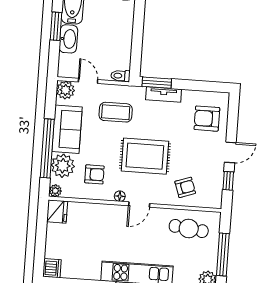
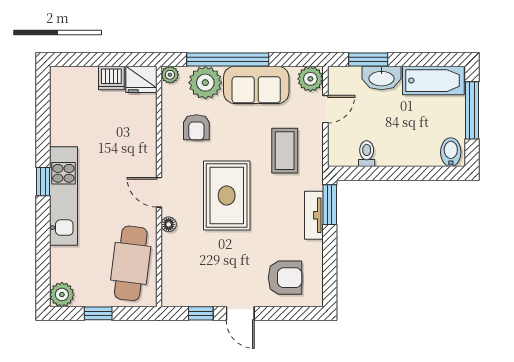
window: (56, 26) -> (368, 59), moved
toilet: (120, 76) -> (367, 154), moved
armchair: (207, 119) -> (285, 278), turned 90
armchair: (185, 187) -> (187, 254), removed
floor lamp: (120, 196) -> (169, 224), moved
cafe table: (189, 229) -> (131, 263), width x1.37, depth x1.35
window: (223, 255) -> (98, 313), width x0.46
dishwasher: (52, 268) -> (111, 78), moved

